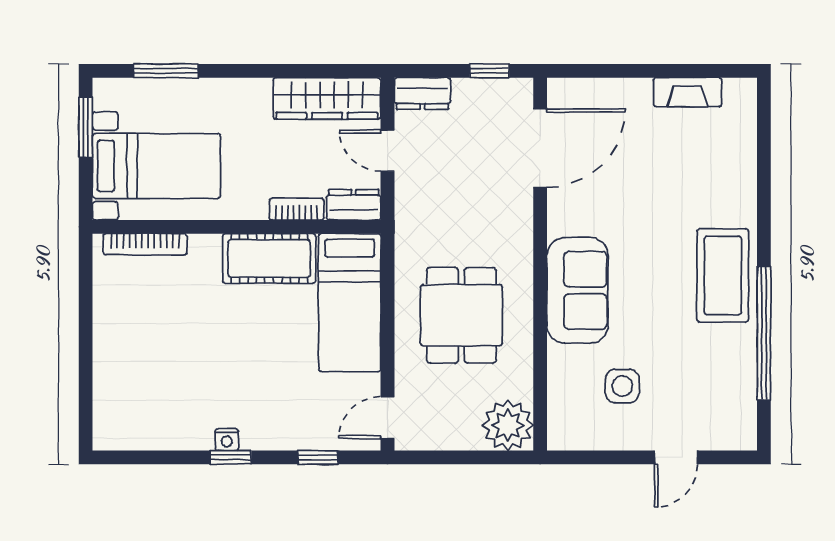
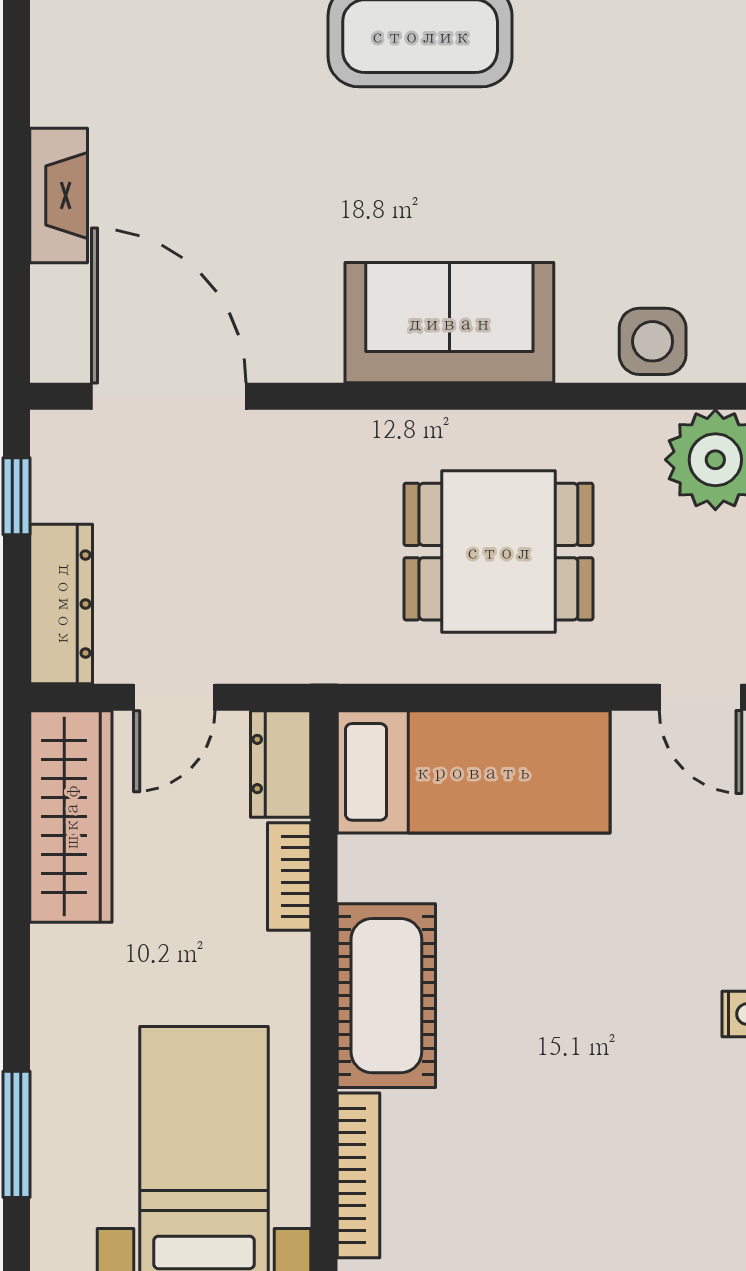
fireplace: (687, 92) -> (59, 195), moved
dresser: (422, 93) -> (61, 604), width x1.44
cot: (269, 258) -> (386, 996), moved
side table: (622, 386) -> (653, 341), moved

